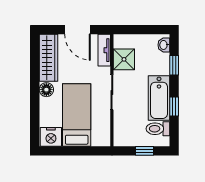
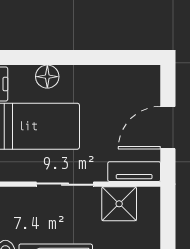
wardrobe: (48, 58) -> (122, 80), removed
floor lamp: (46, 90) -> (47, 77), moved

